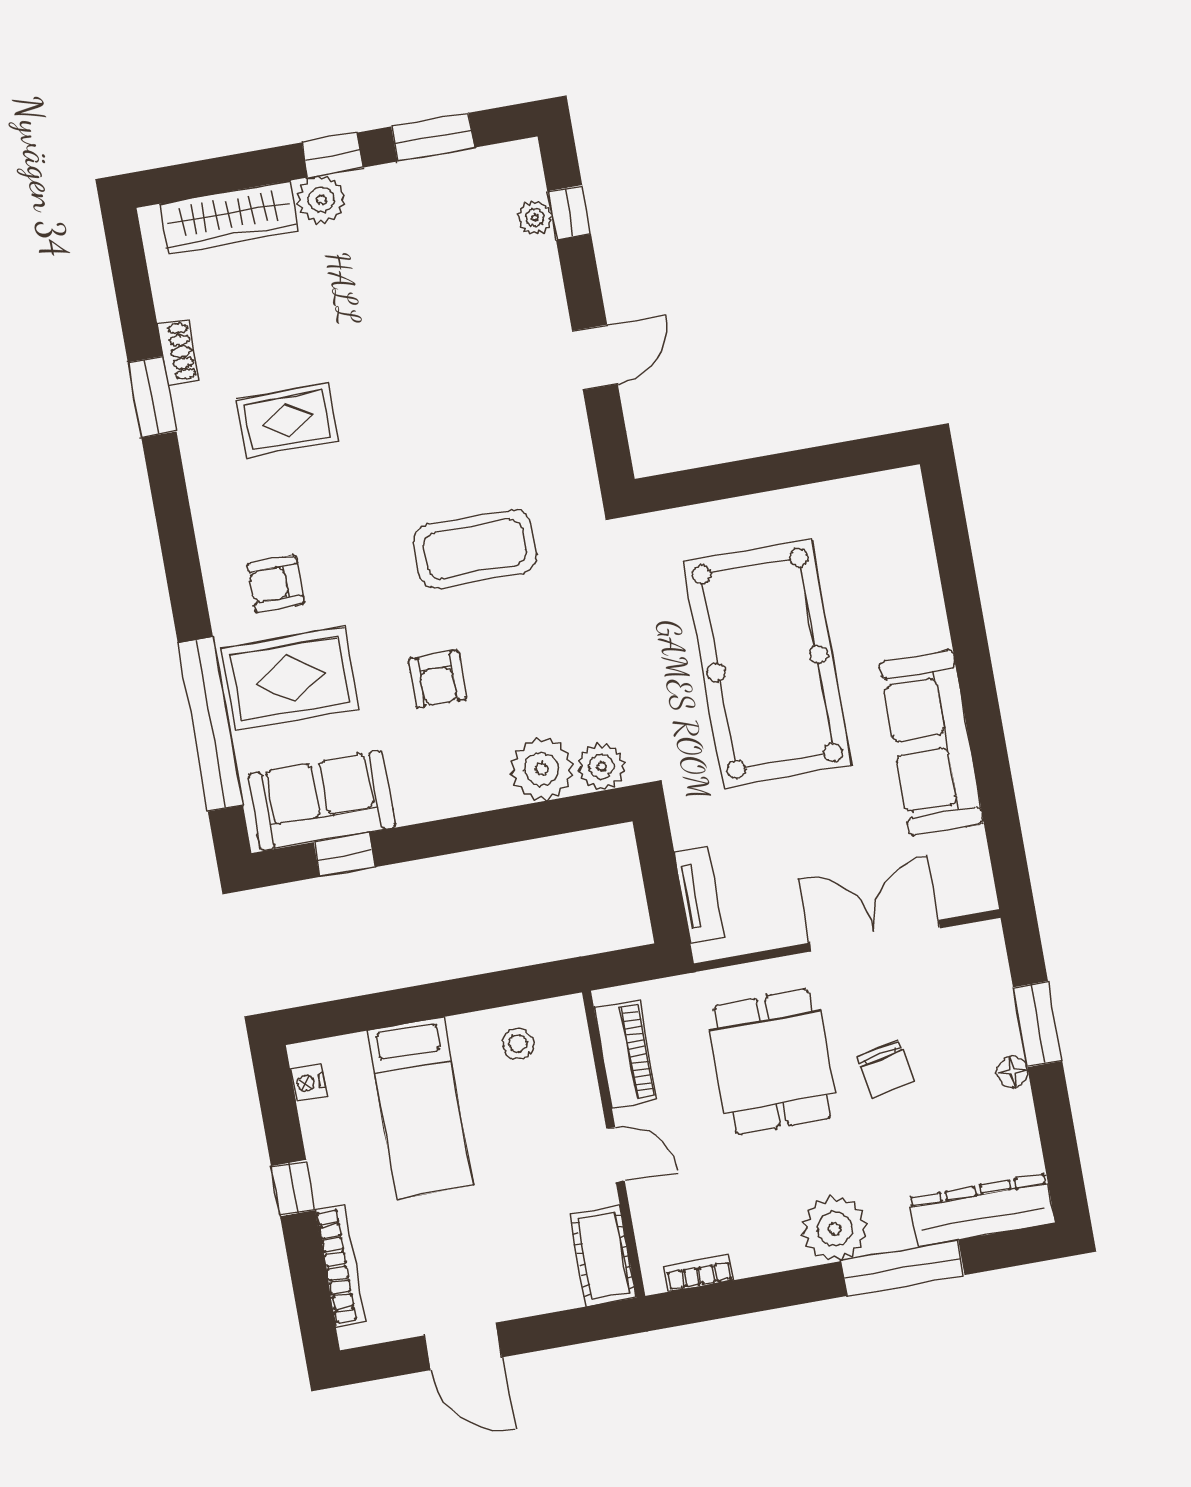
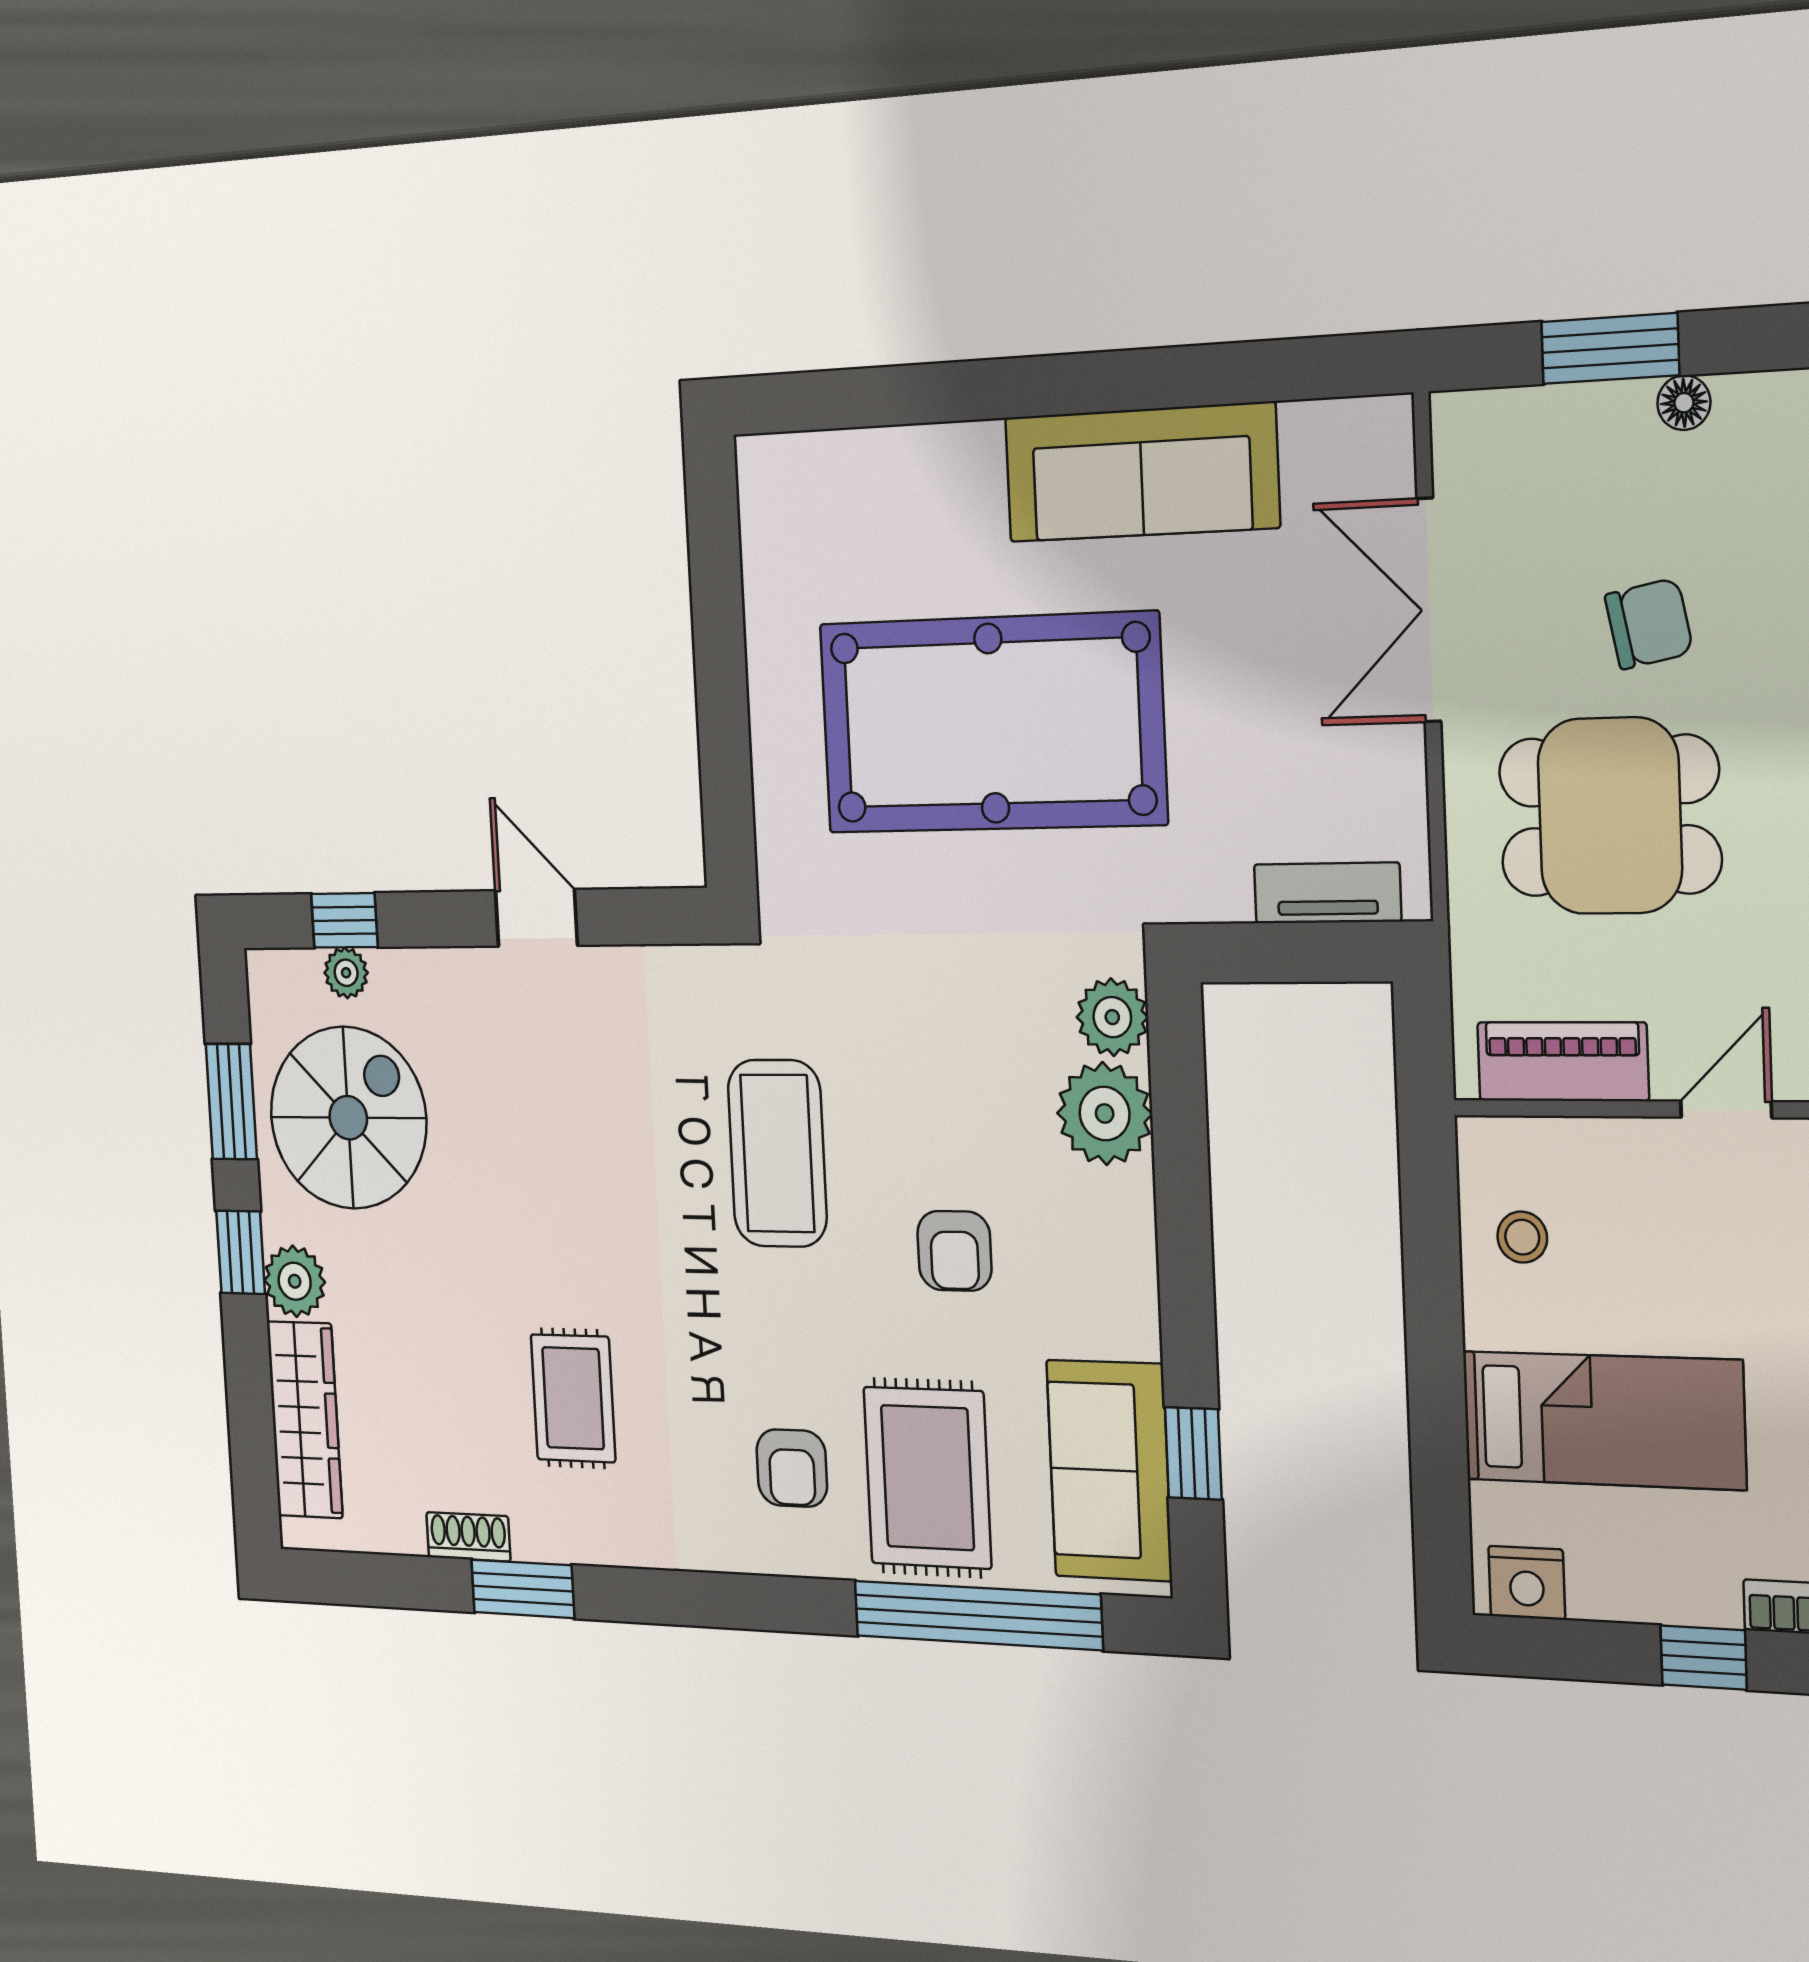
spiral stairs: (439, 230) -> (348, 1118), added
armchair: (437, 679) -> (954, 1251), turned 90
nightstand: (308, 1083) -> (1527, 1583), width x1.39, depth x1.35

